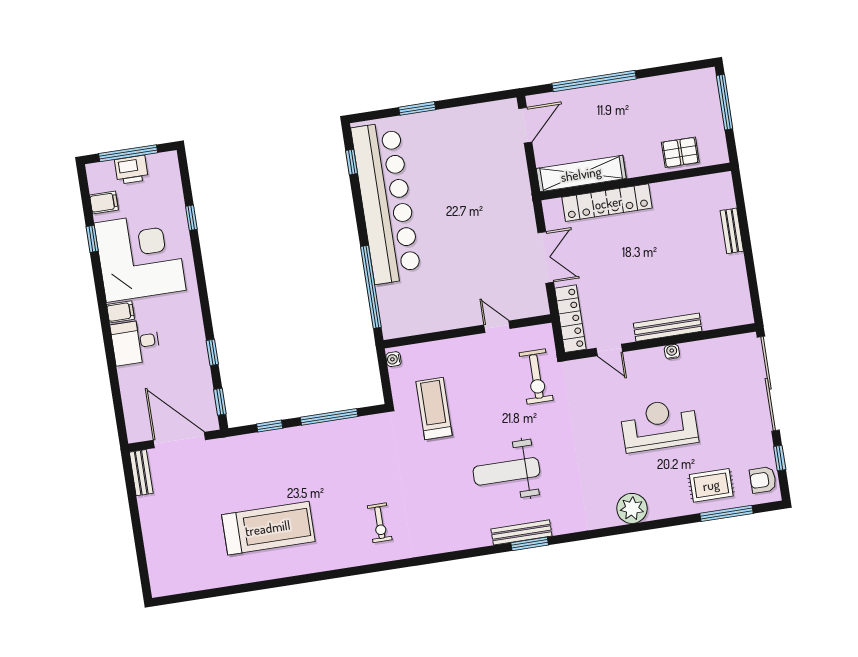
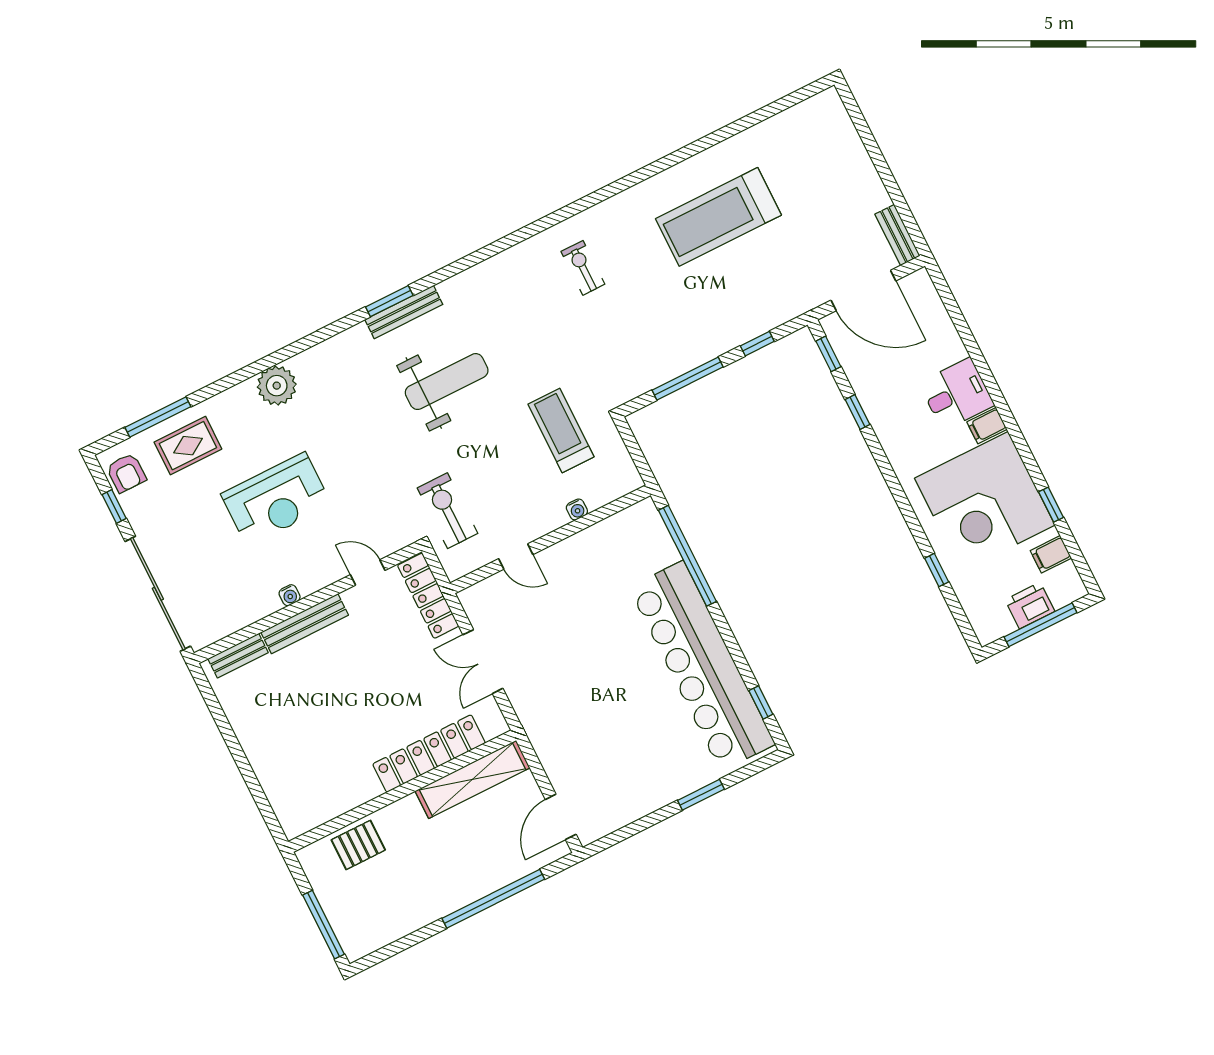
bench: (732, 231) -> (238, 656), moved, turned 90
water cooler: (394, 359) -> (577, 509), moved, turned 90
treadmill: (434, 409) -> (561, 430), turned 180
armchair: (763, 480) -> (126, 473), turned 90

